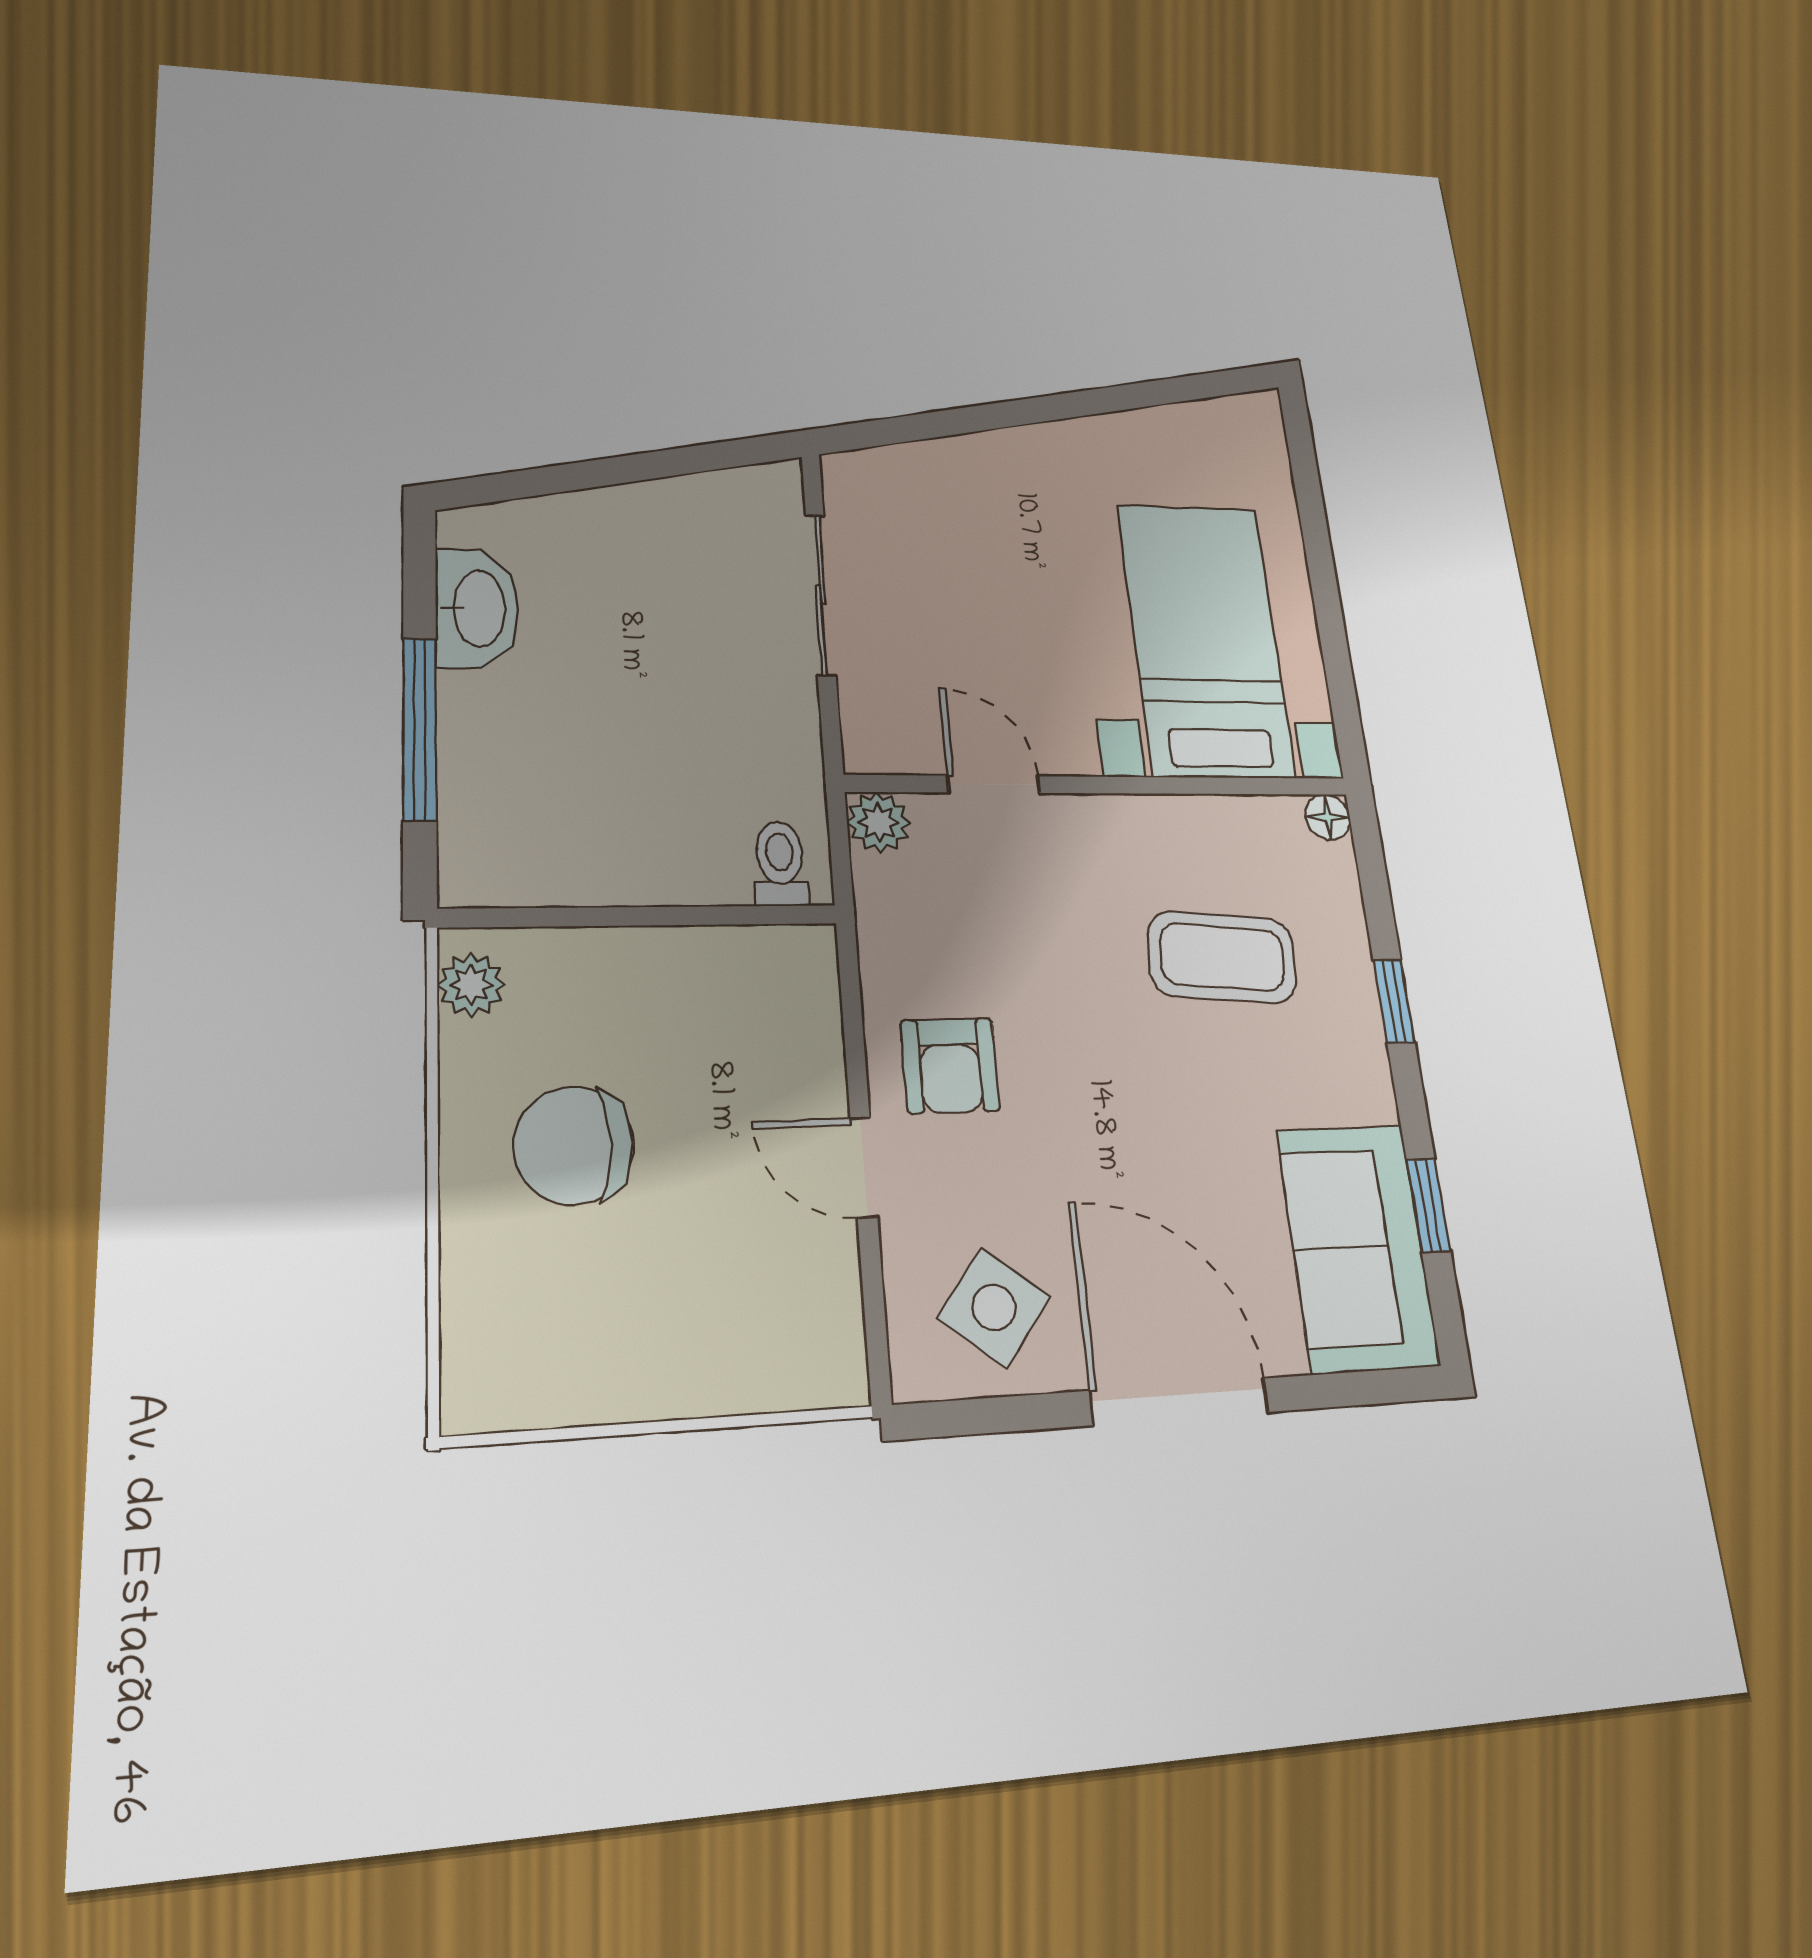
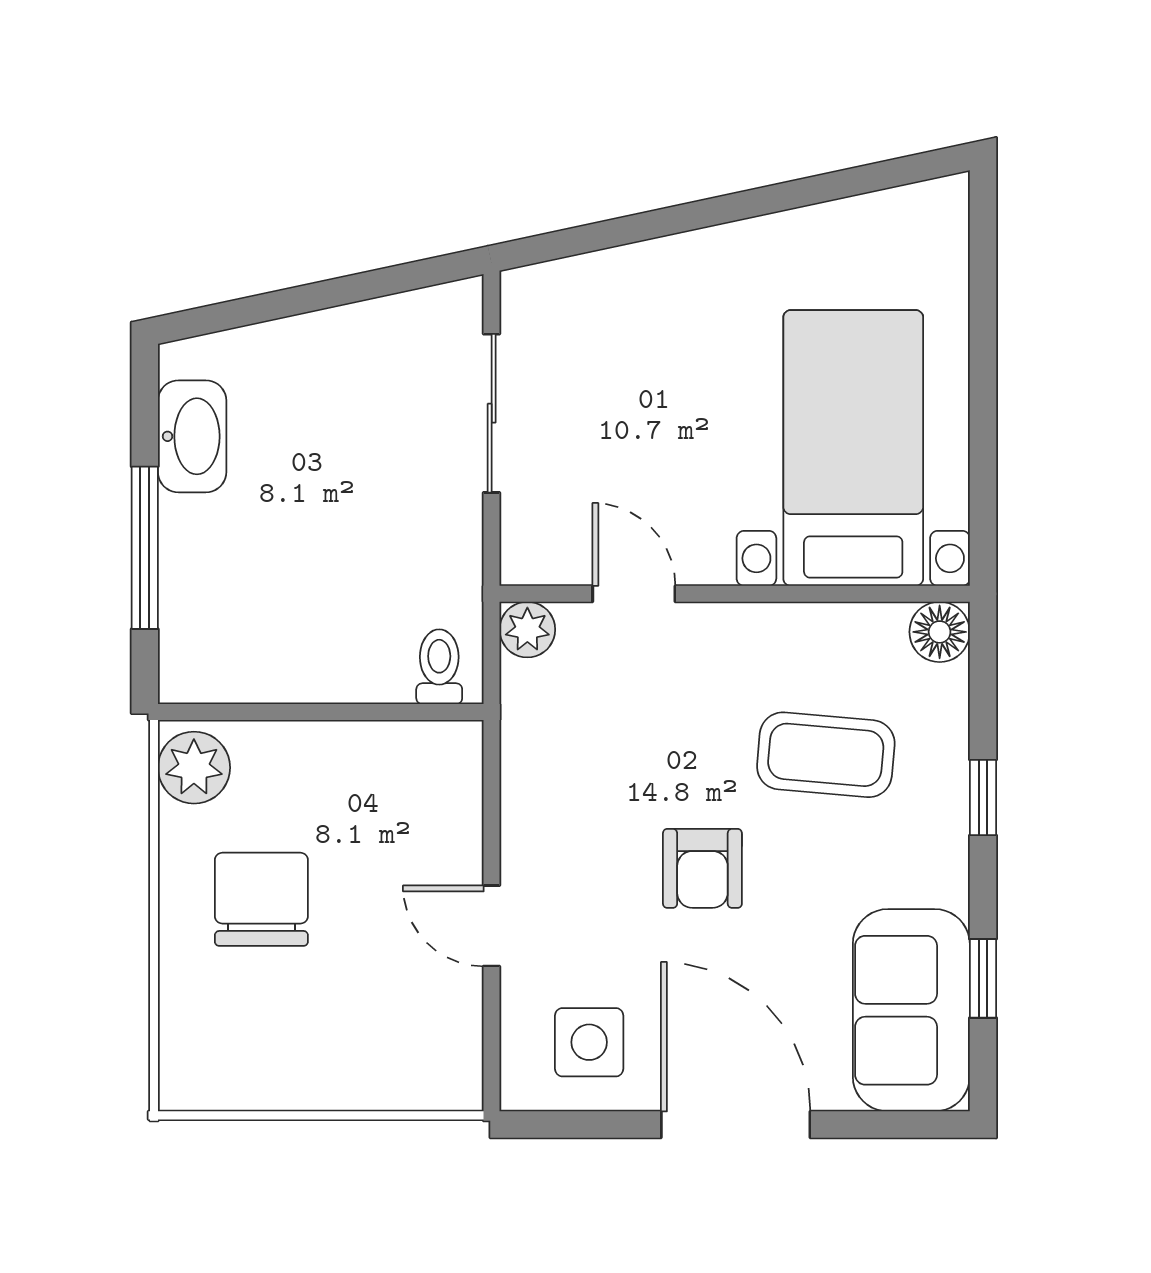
floor lamp: (1328, 817) -> (940, 632), width x1.37, depth x1.37
plant: (471, 985) -> (194, 768), width x1.38, depth x1.38
armchair: (950, 1066) -> (702, 868), moved
chair: (574, 1145) -> (261, 899), turned 90
side table: (994, 1307) -> (589, 1042), turned -38

